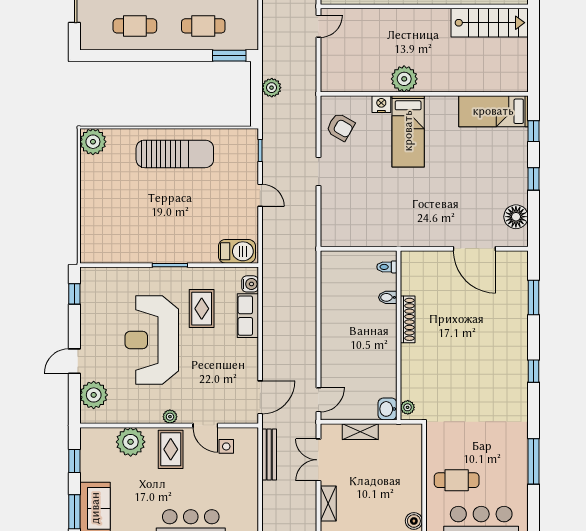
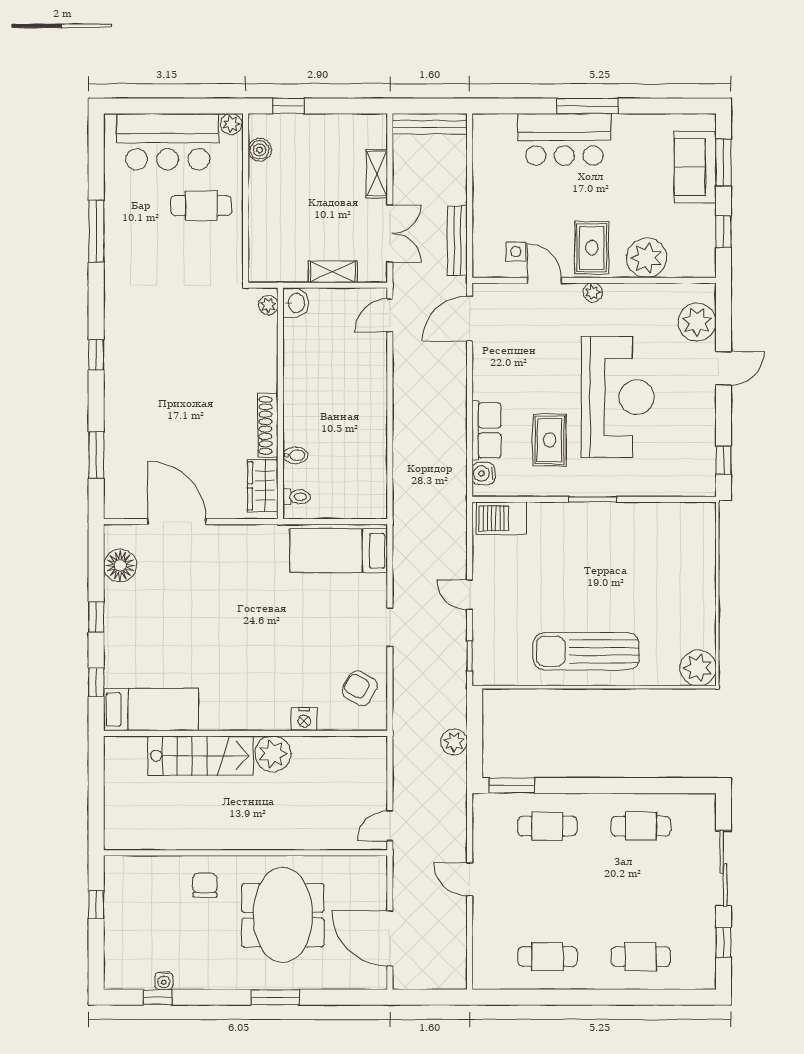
stairs: (490, 23) -> (200, 756), moved, turned 180
bed: (408, 131) -> (339, 551), moved, turned -90
wardrobe: (412, 275) -> (263, 486), added

